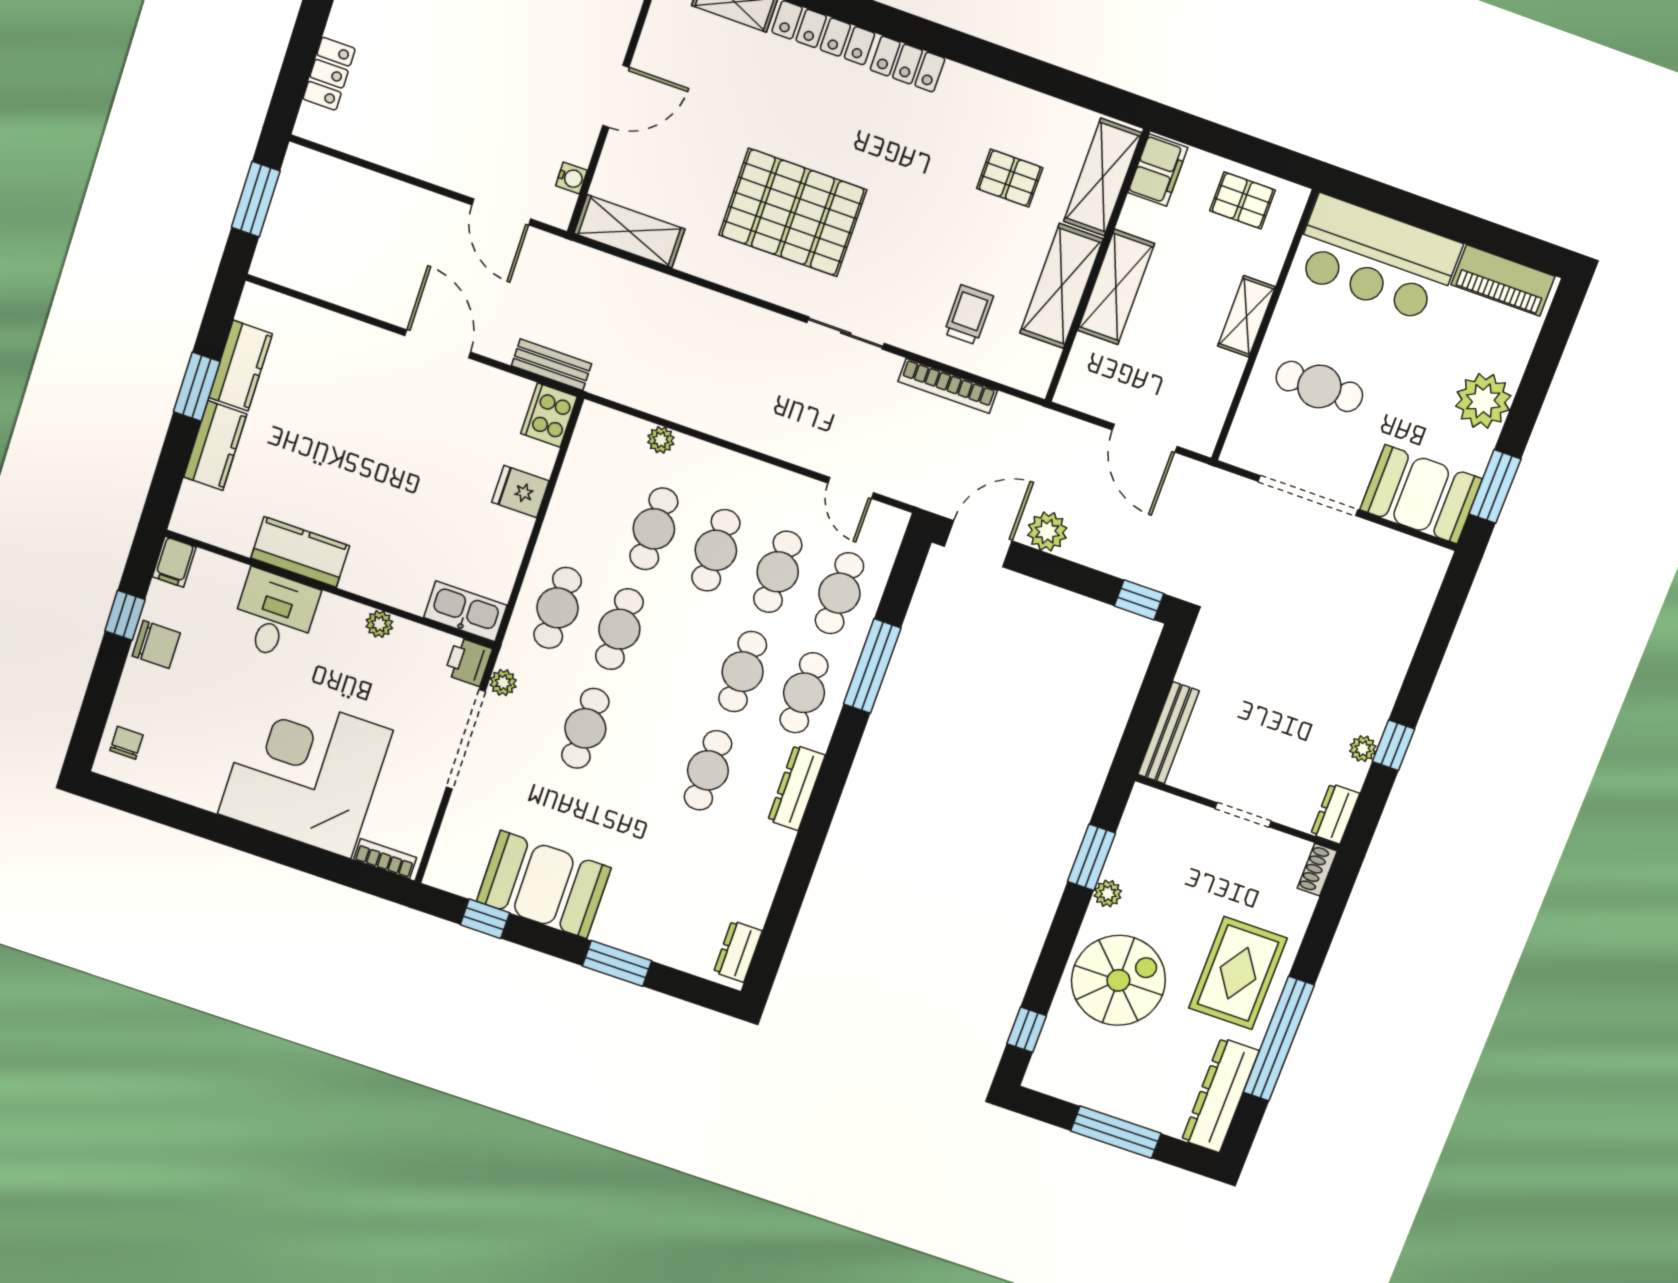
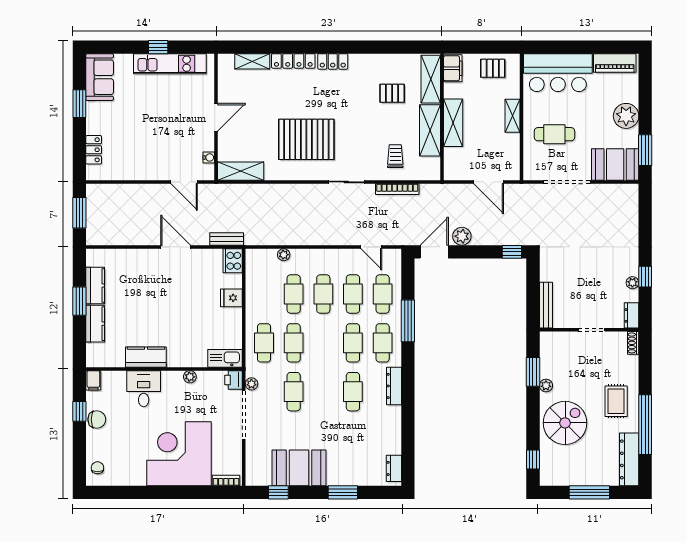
rug: (1238, 973) -> (616, 401), width x0.73, depth x0.70

